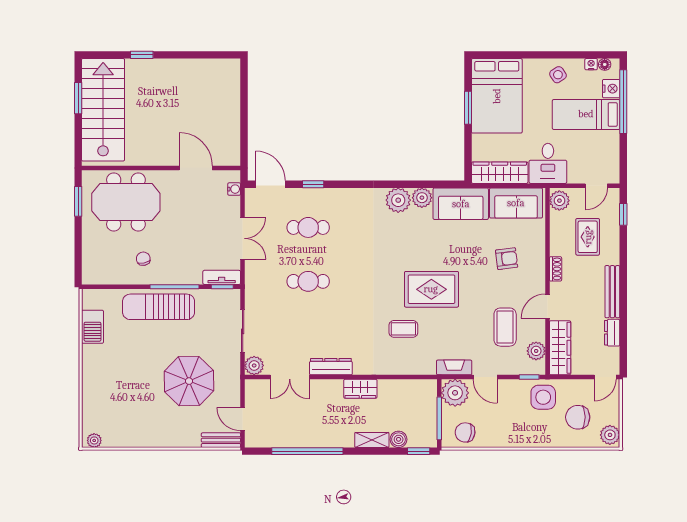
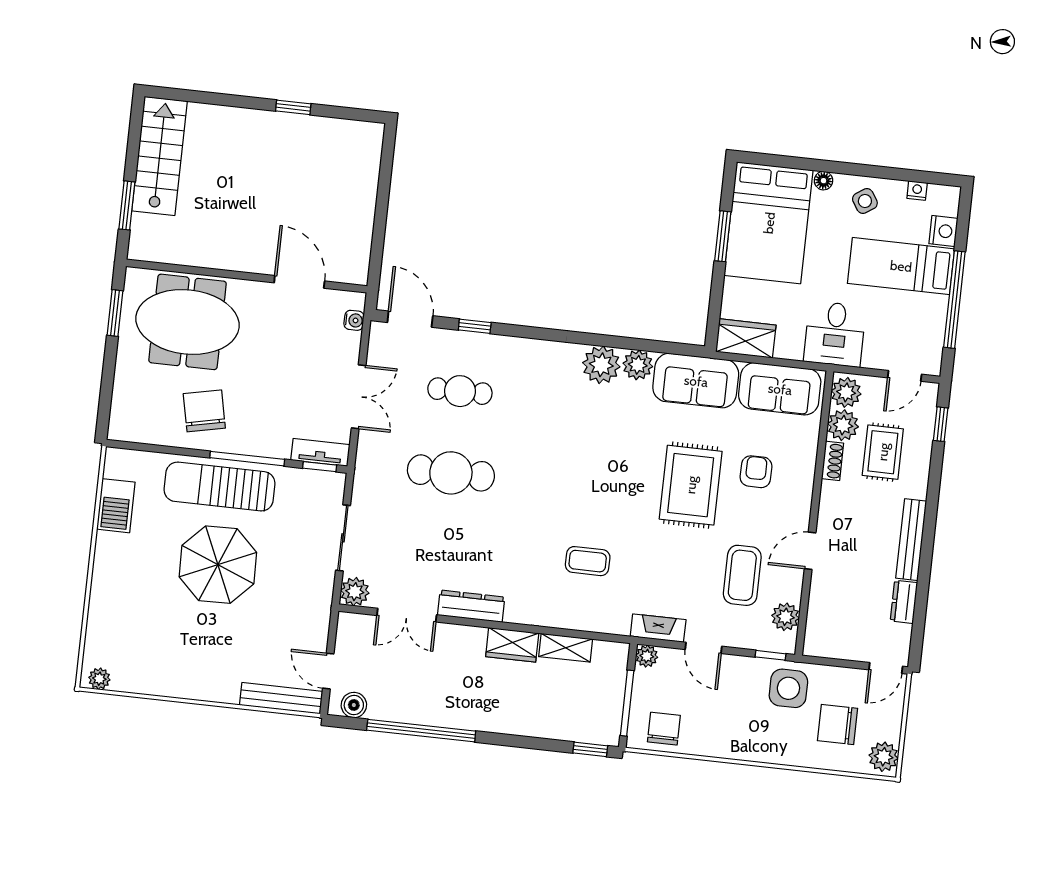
window: (142, 55) -> (293, 107), moved
floor lamp: (605, 64) -> (823, 181), moved
window: (78, 98) -> (127, 205), moved
window: (623, 102) -> (954, 300), moved
stairs: (103, 110) -> (160, 156), width x0.73, depth x0.66
wardrobe: (500, 173) -> (746, 338), width x0.67
plant: (560, 222) -> (843, 425), added
chair: (143, 259) -> (204, 411), width x1.87, depth x1.87
armchair: (507, 259) -> (756, 472), turned -83
shoe rack: (556, 269) -> (833, 461), moved
cafe table: (308, 281) -> (451, 473), width x1.37, depth x1.35
rug: (431, 289) -> (691, 485), moved, turned 90
wardrobe: (560, 348) -> (822, 616), removed
parasol: (189, 381) -> (218, 565), moved
plant: (455, 393) -> (647, 656), width x0.53, depth x0.53
chair: (465, 432) -> (664, 729), turned 81
boiler: (399, 439) -> (354, 705), moved
bench: (221, 440) -> (281, 698), width x1.36
shelving: (372, 440) -> (566, 648), moved

